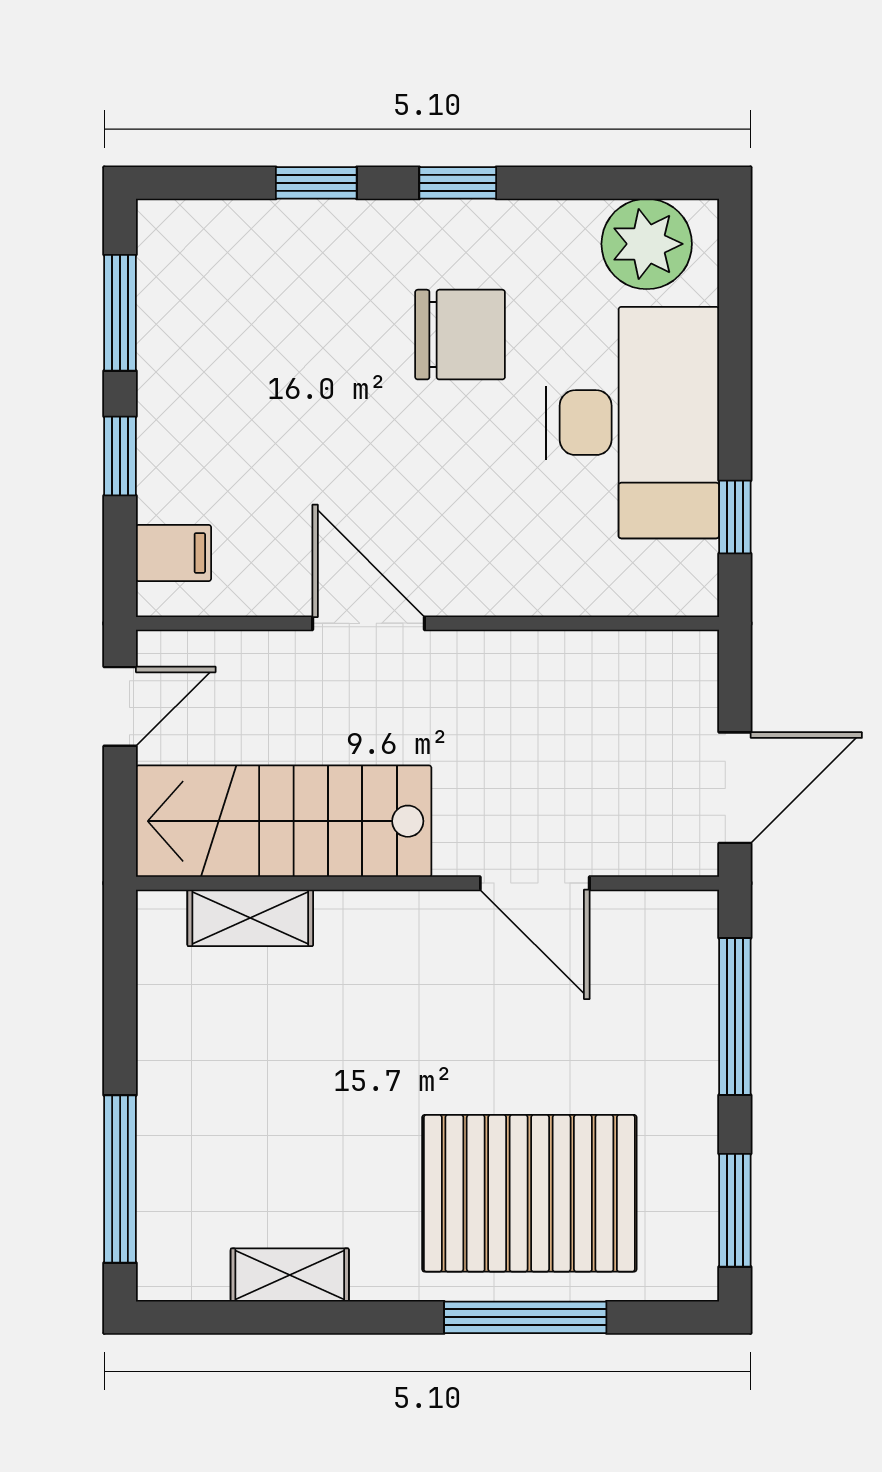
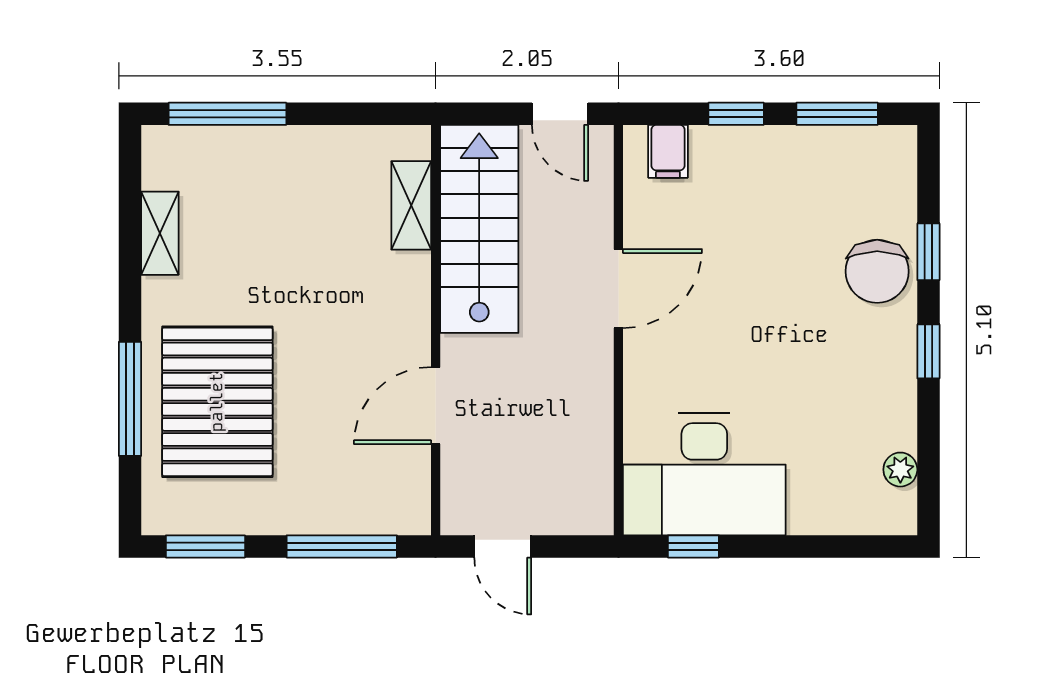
plant: (647, 244) -> (900, 470), width x0.53, depth x0.53
chair: (460, 335) -> (877, 271), moved
desk: (632, 423) -> (704, 474), moved
door: (735, 788) -> (503, 546), width x0.73

